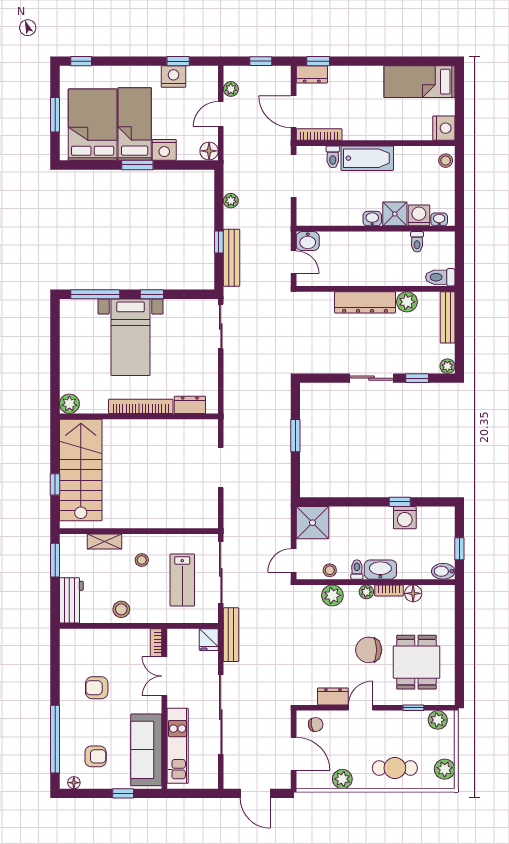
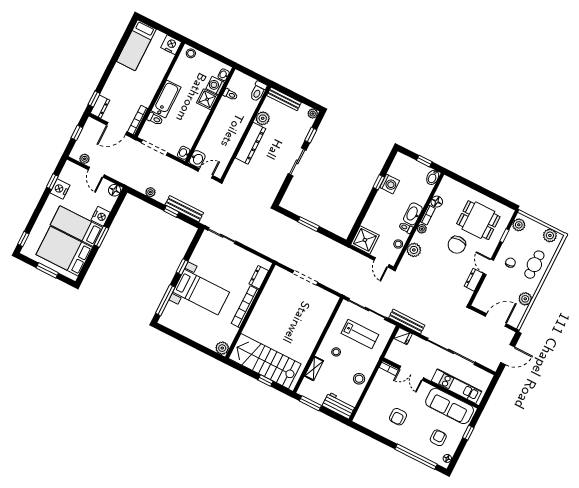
washbasin: (372, 219) -> (184, 153), moved
chair: (316, 725) -> (510, 263), moved

